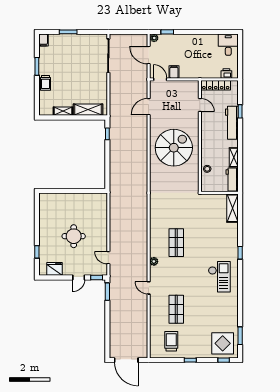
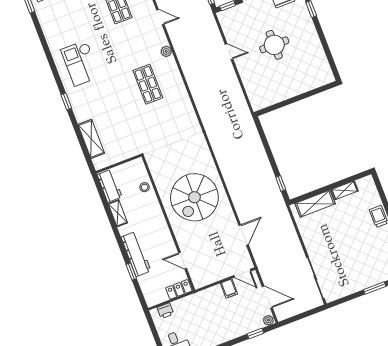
locker: (216, 85) -> (179, 289), width x0.66
shelving: (232, 208) -> (91, 139), moved
door: (108, 258) -> (229, 52), moved

